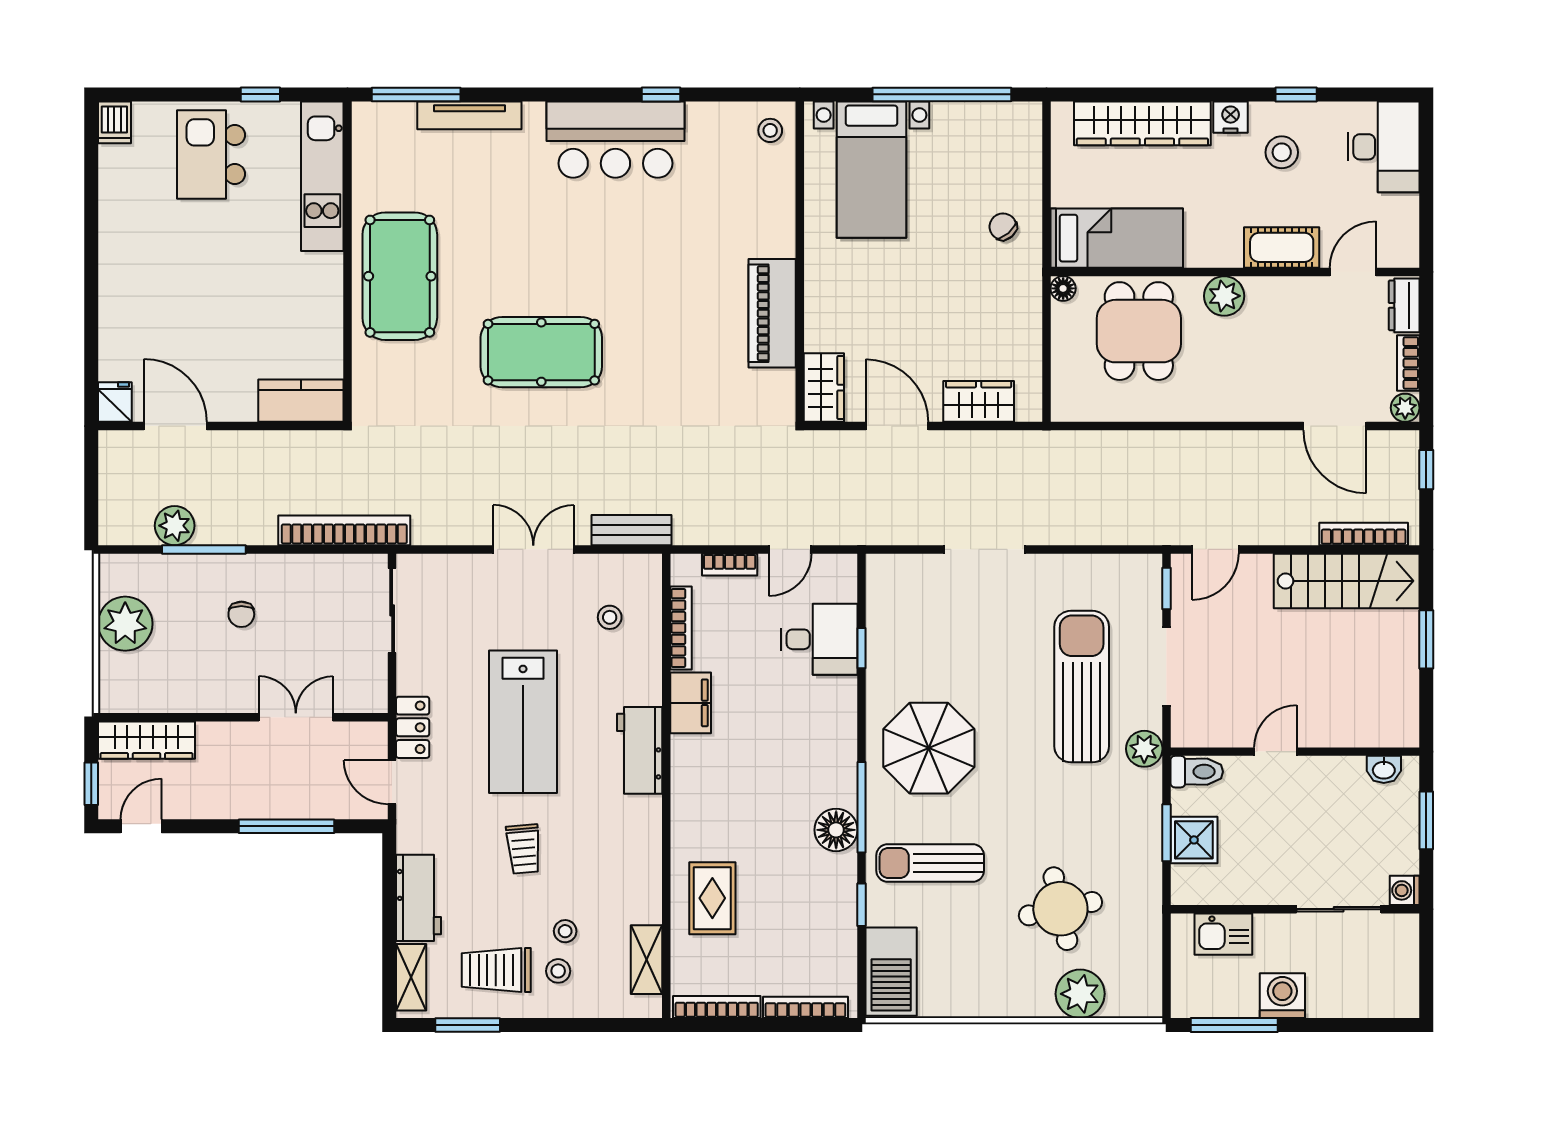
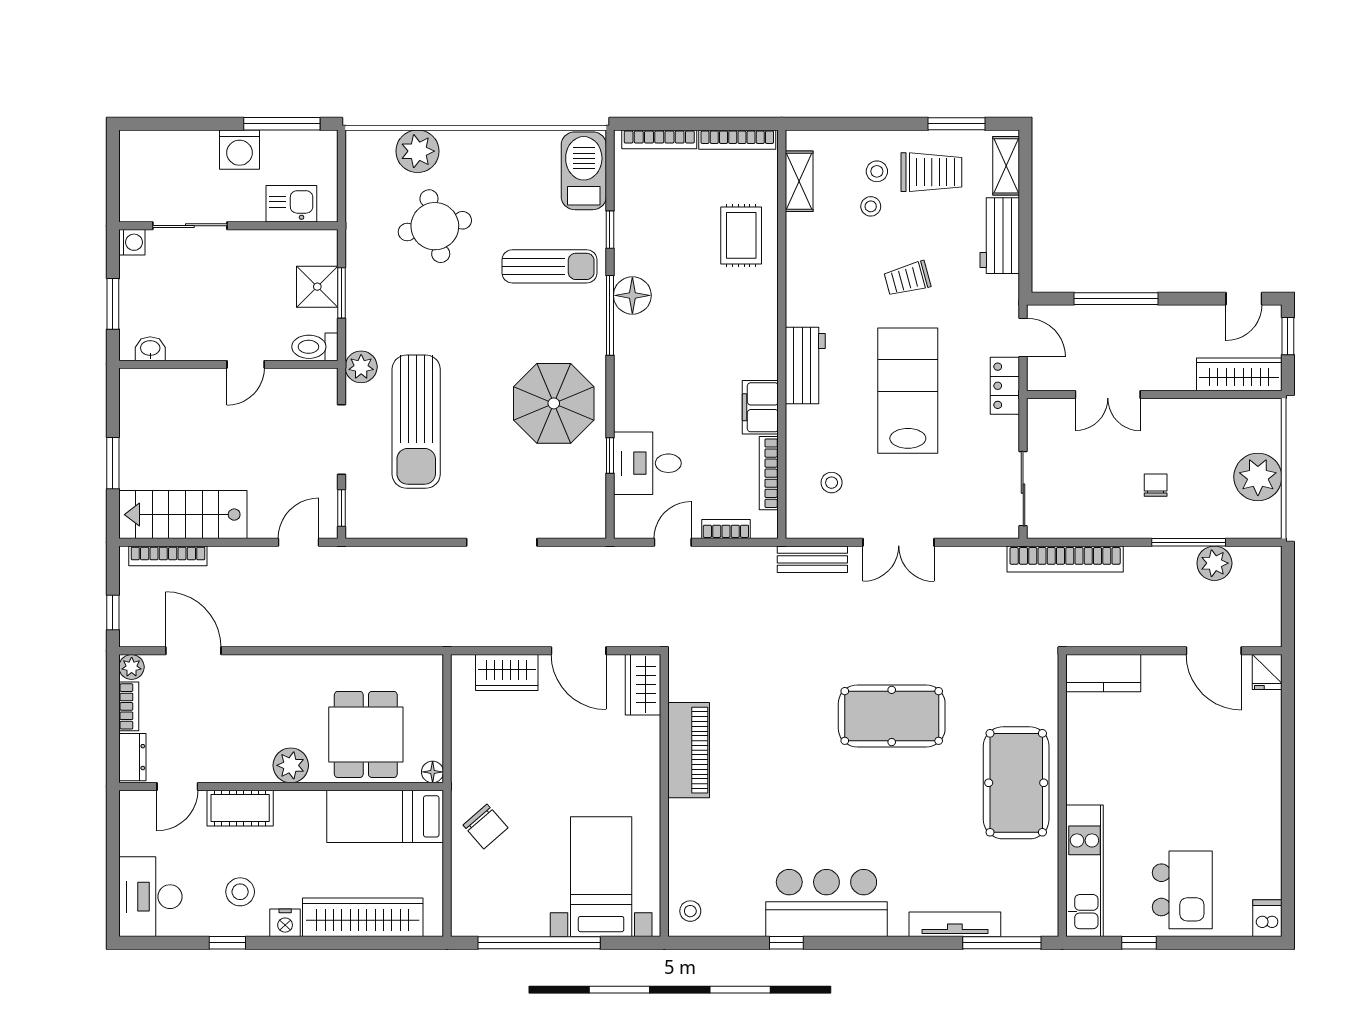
chair: (1003, 227) -> (485, 826), width x1.37, depth x1.37
parasol: (929, 748) -> (554, 403), moved
trolley: (524, 849) -> (907, 279), turned -100

